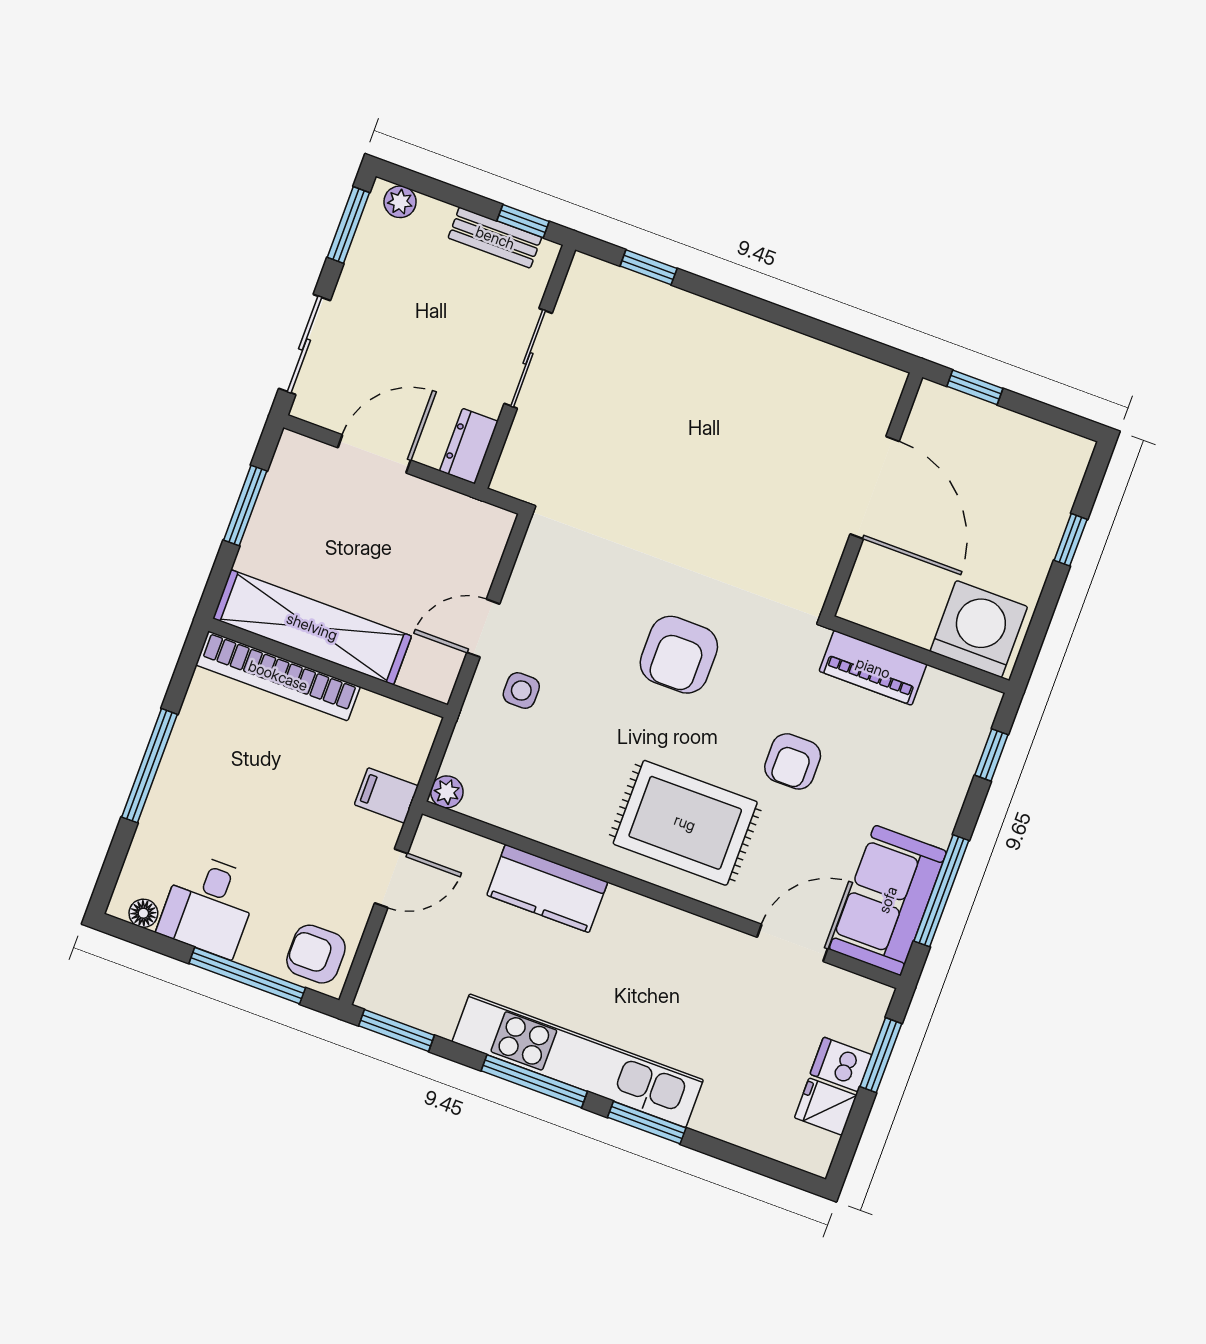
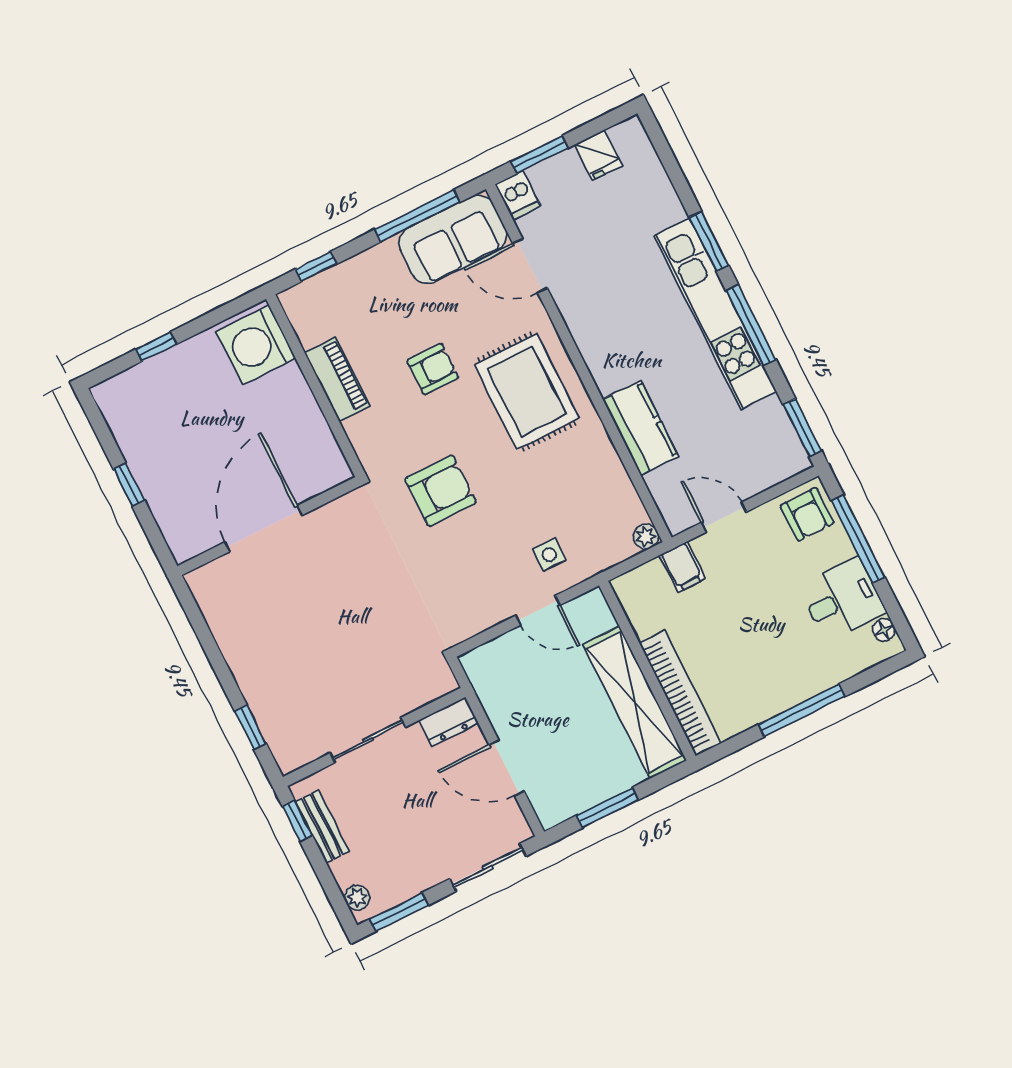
door: (875, 488) -> (263, 529), moved
wall: (872, 494) -> (269, 526), moved
dishwasher: (841, 1064) -> (518, 195), moved

